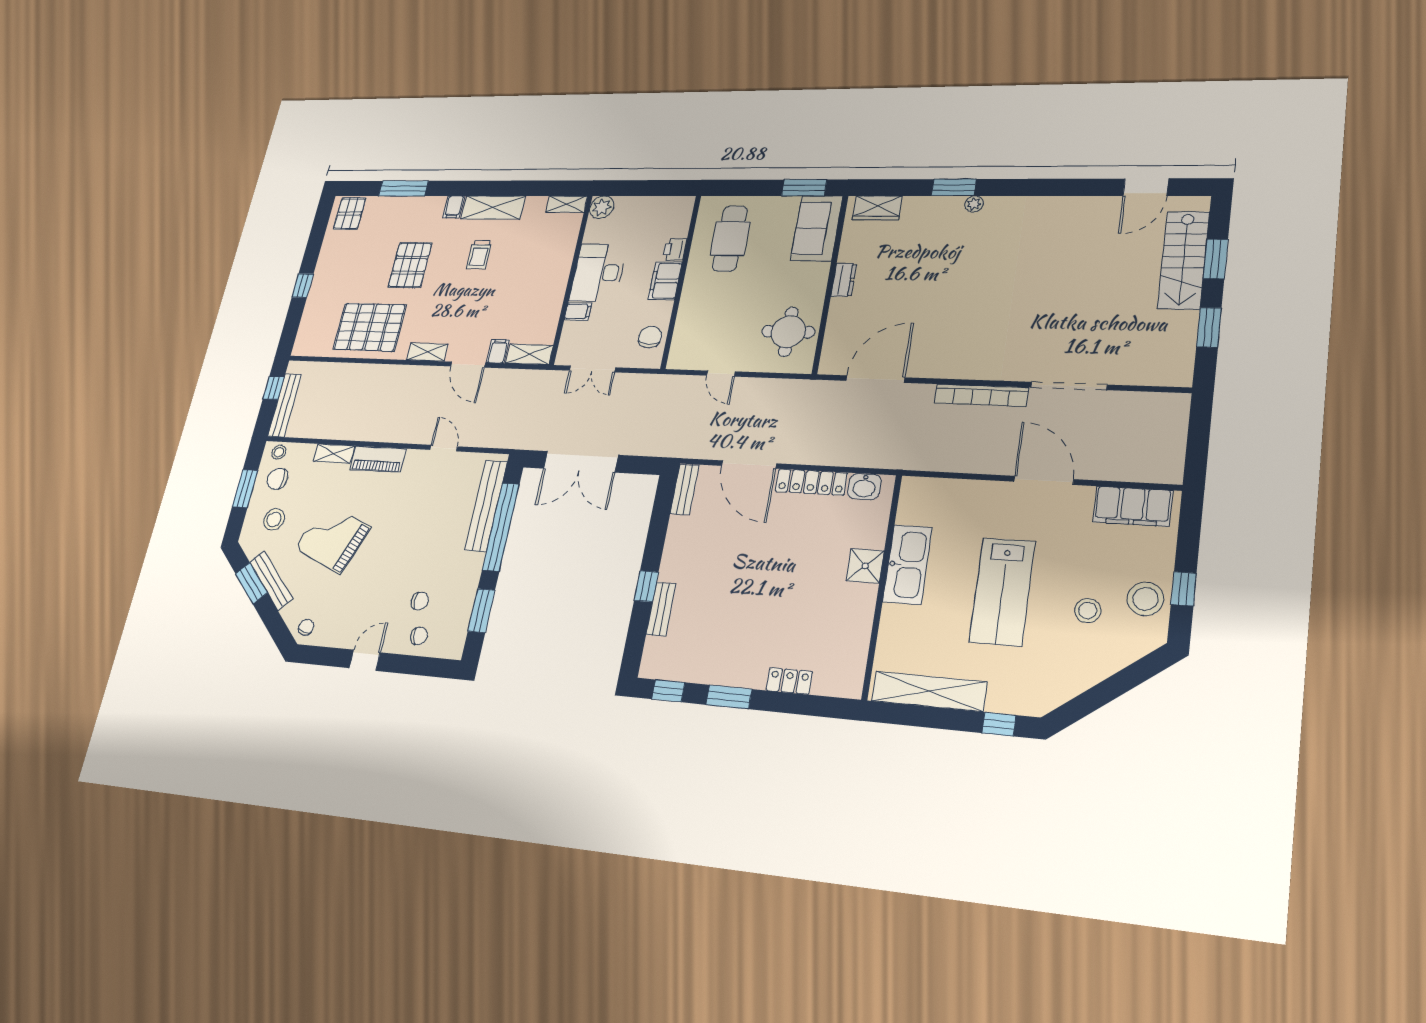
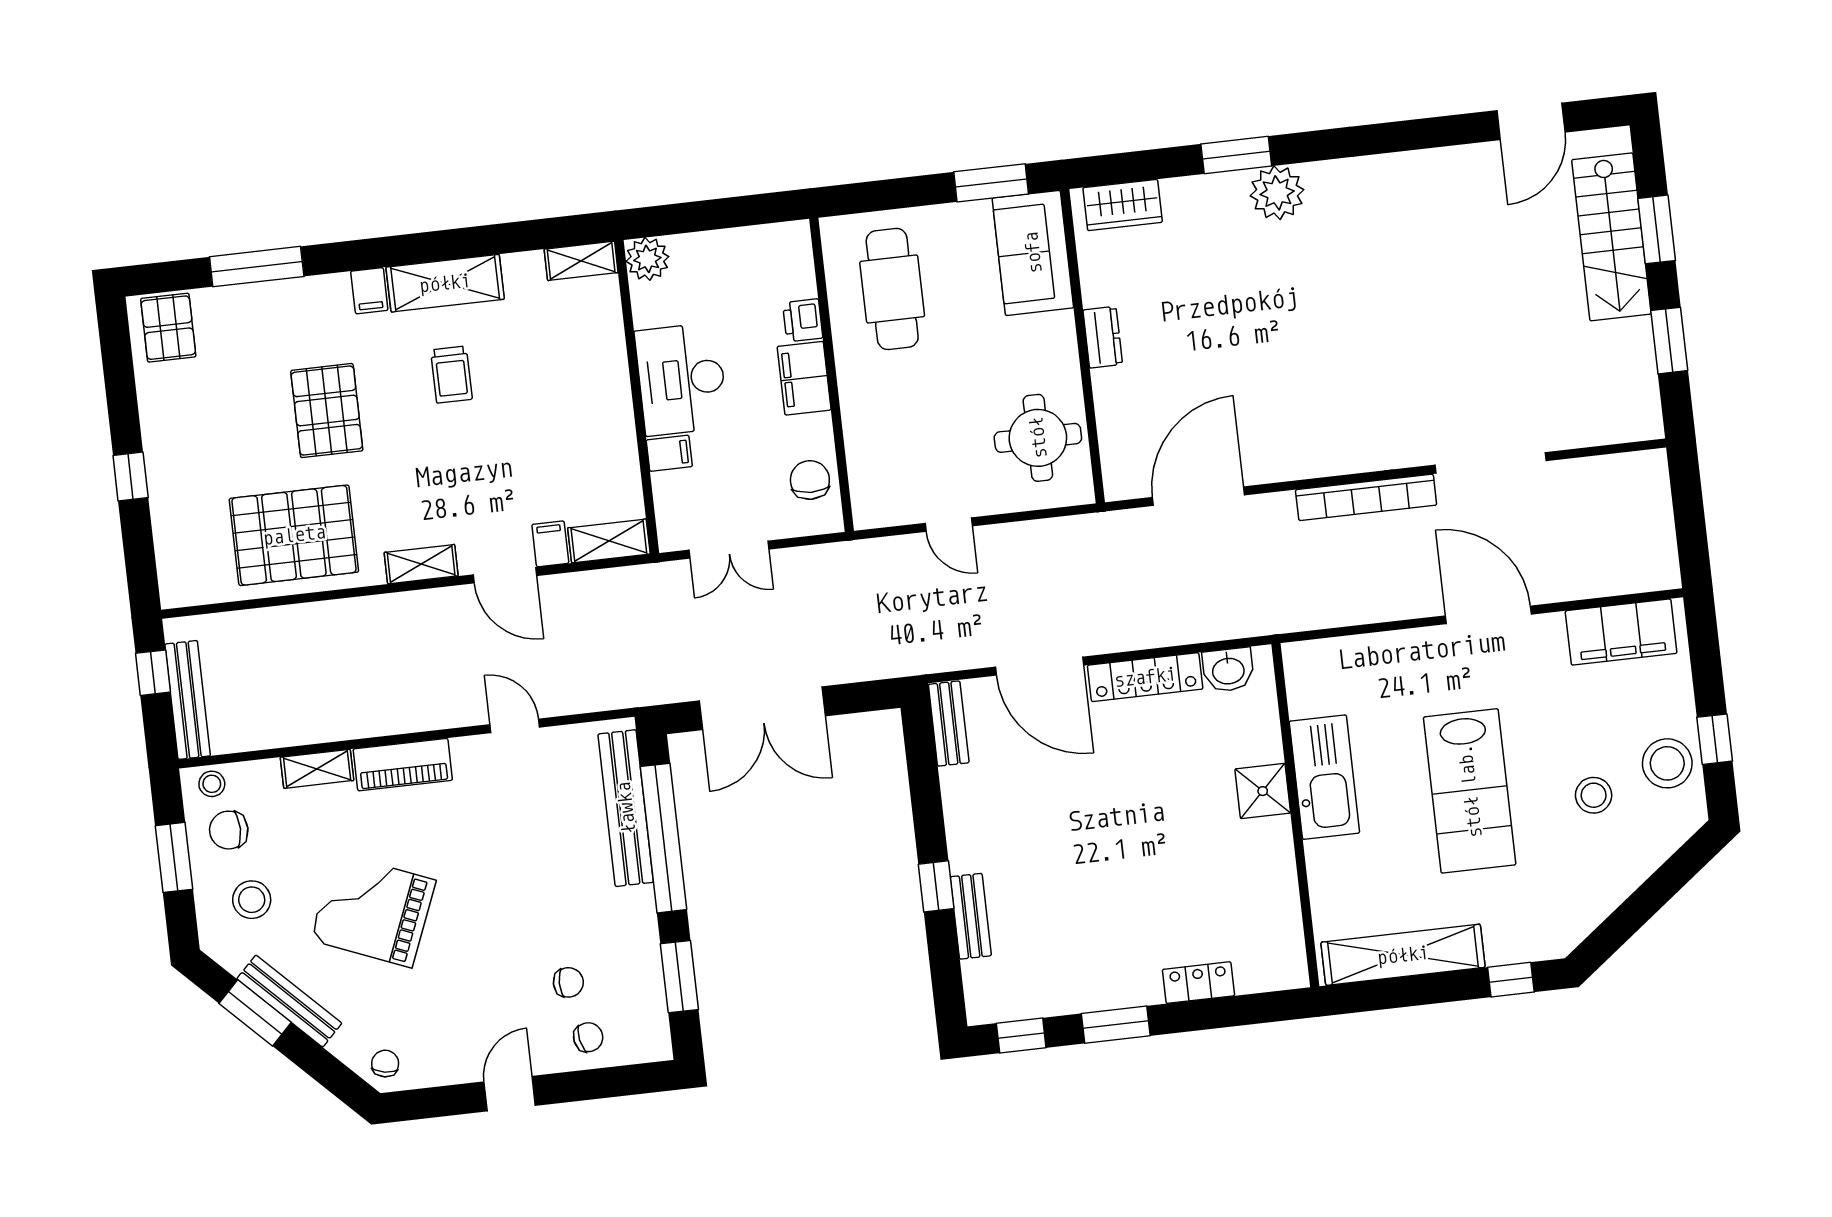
plant: (974, 204) -> (1277, 193), width x1.88, depth x1.88

